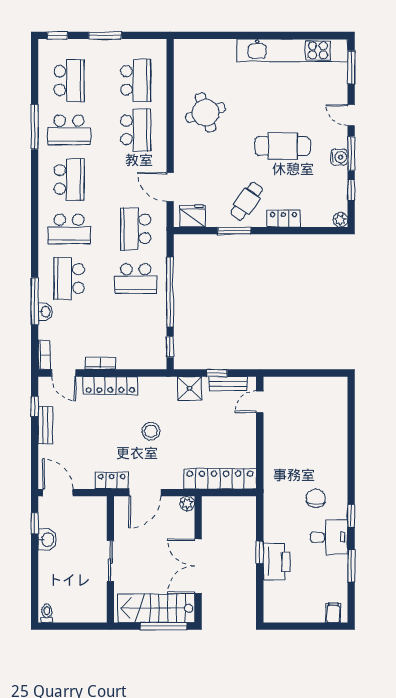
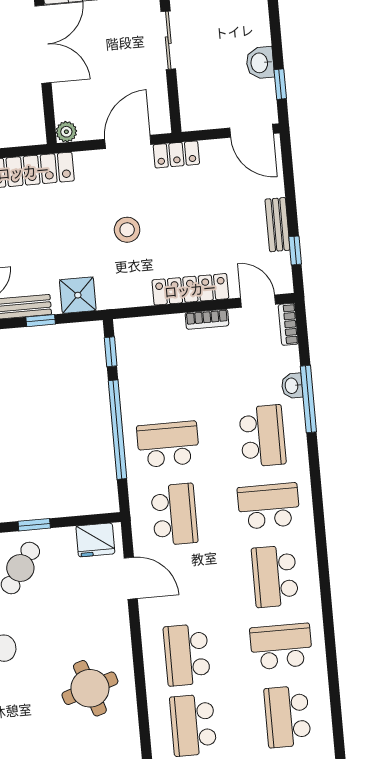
window: (35, 127) -> (330, 646), removed
window: (234, 231) -> (34, 525), width x0.67

